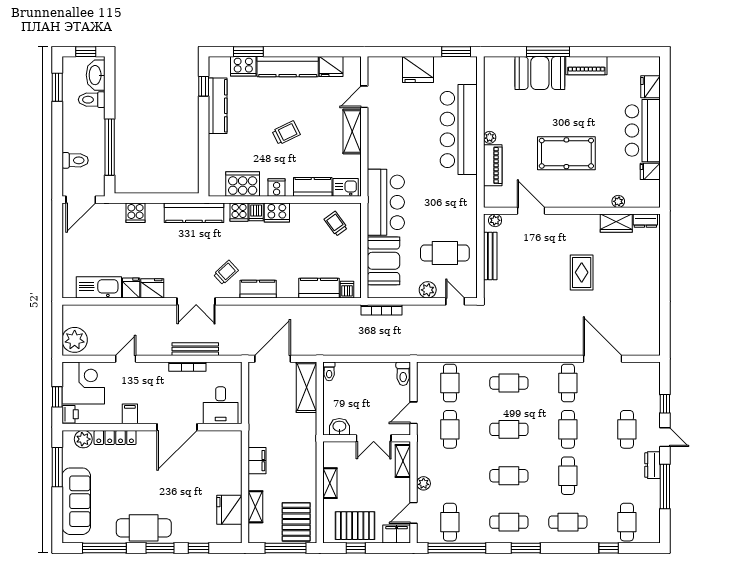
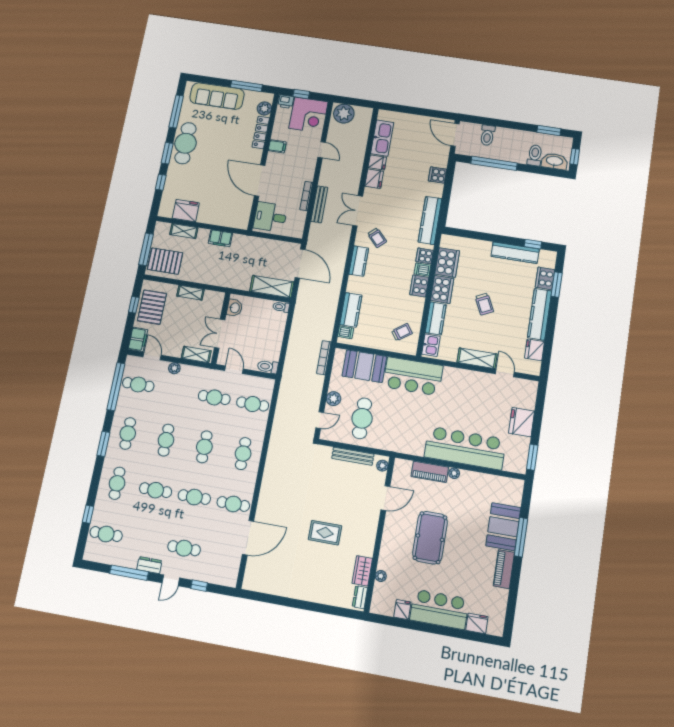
cooker: (277, 188) -> (442, 289), width x1.87, depth x1.31

